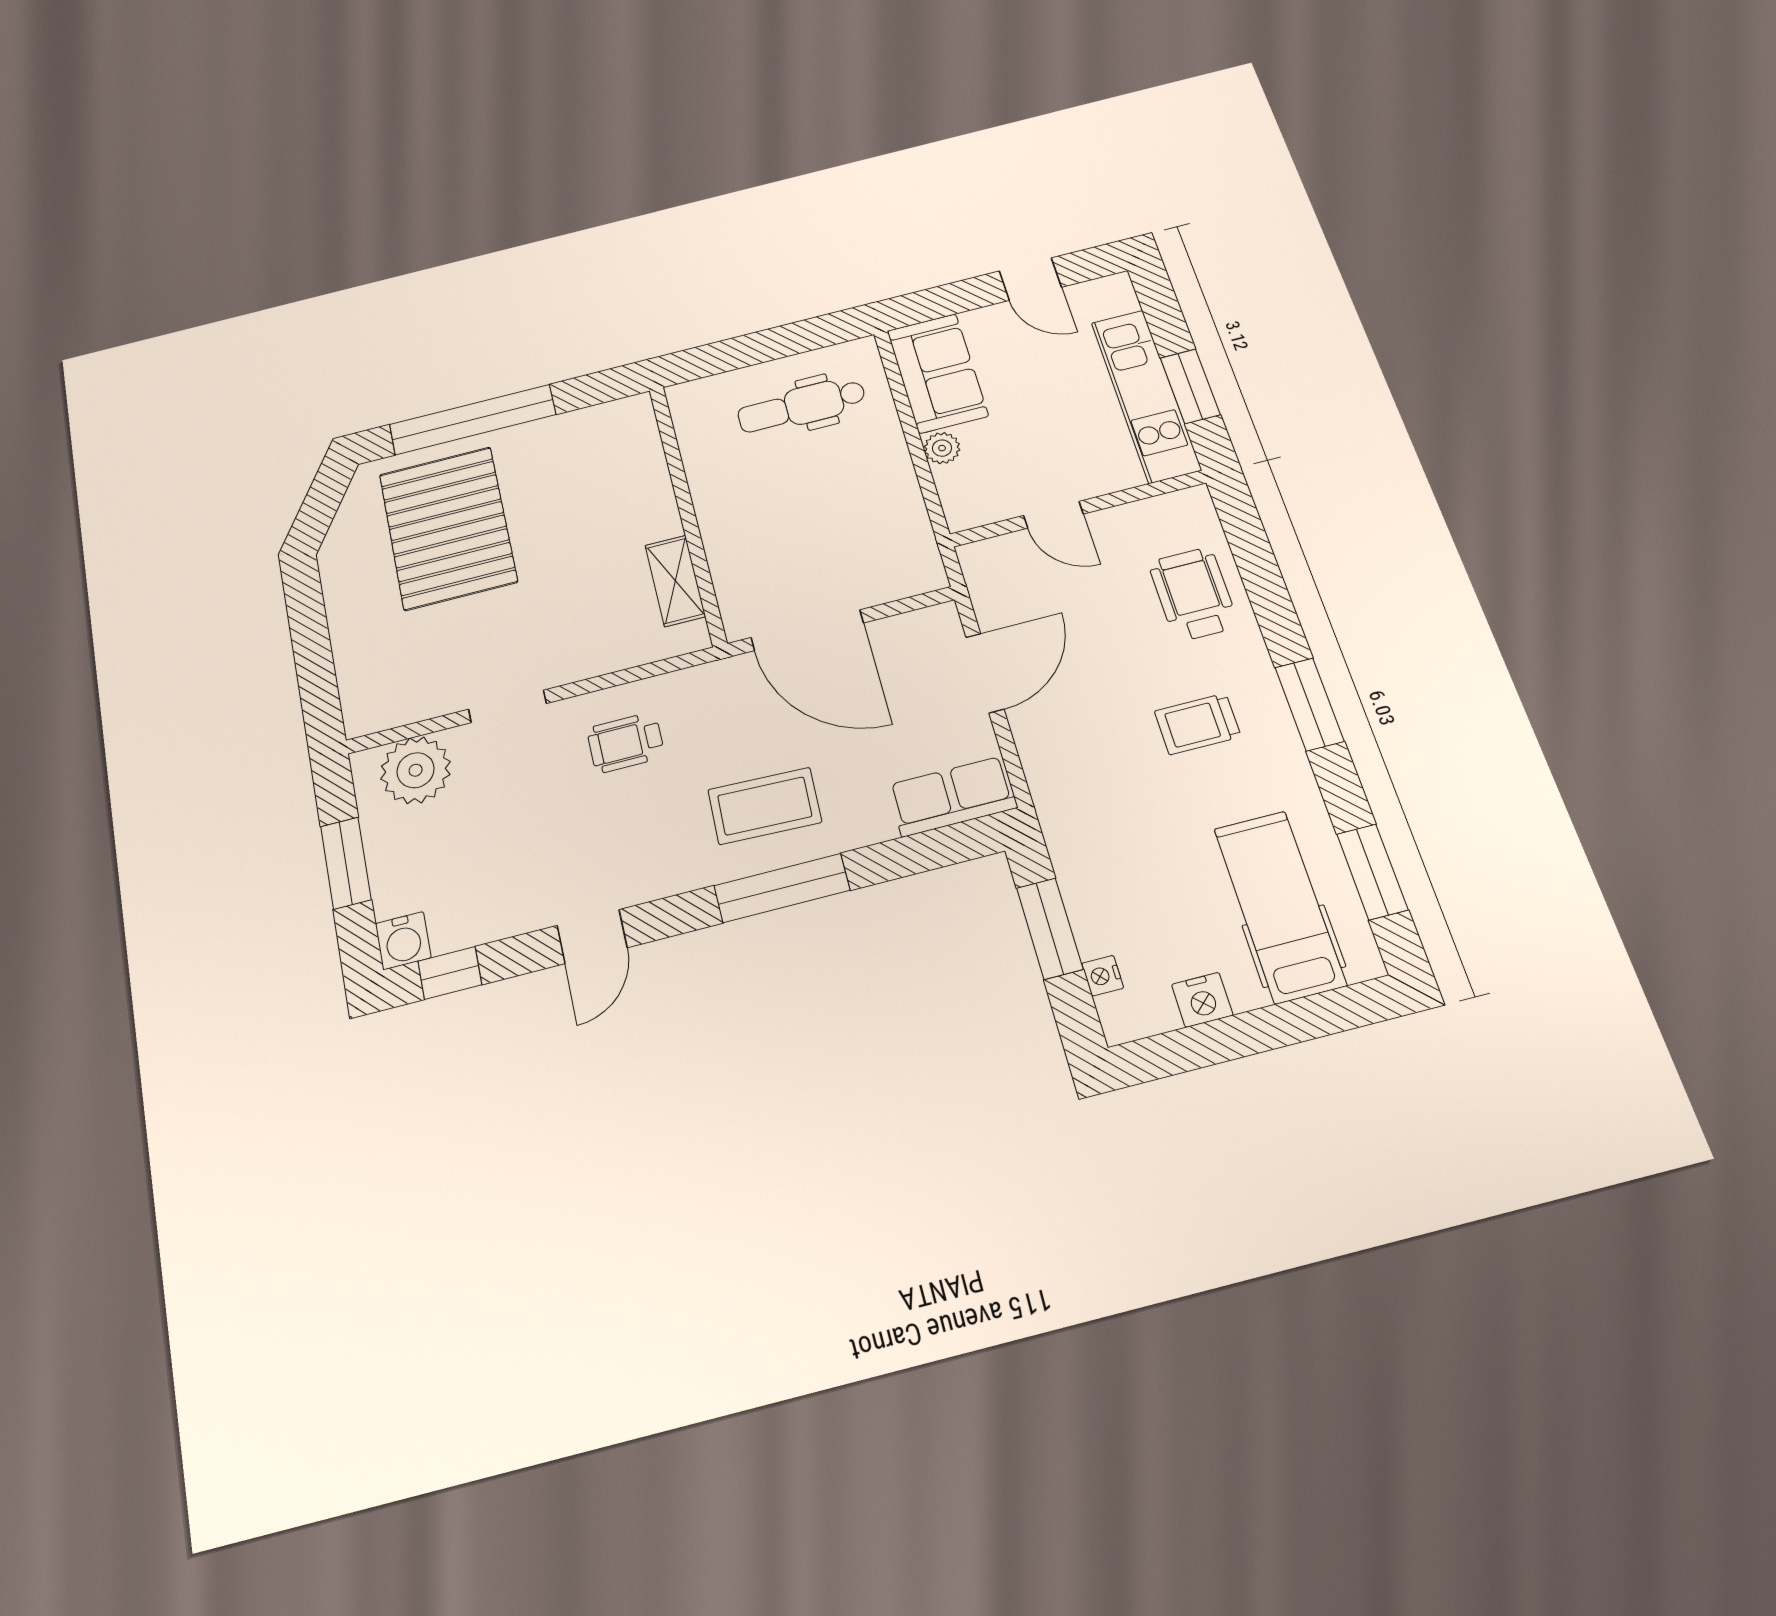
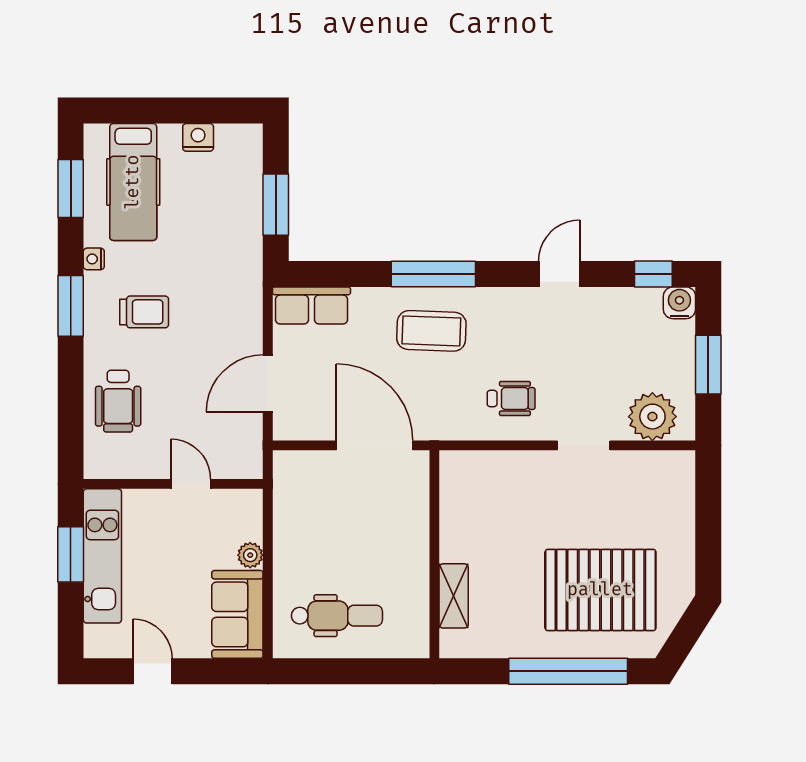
pallet: (448, 528) -> (600, 590), turned 90
shelving: (675, 581) -> (454, 596), moved
nightstand: (1103, 976) -> (94, 259), moved, turned 180

